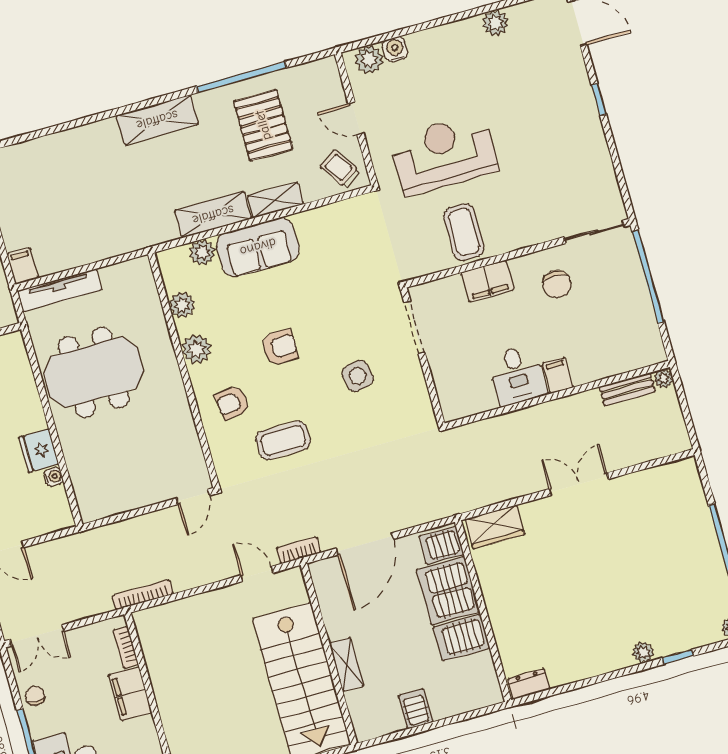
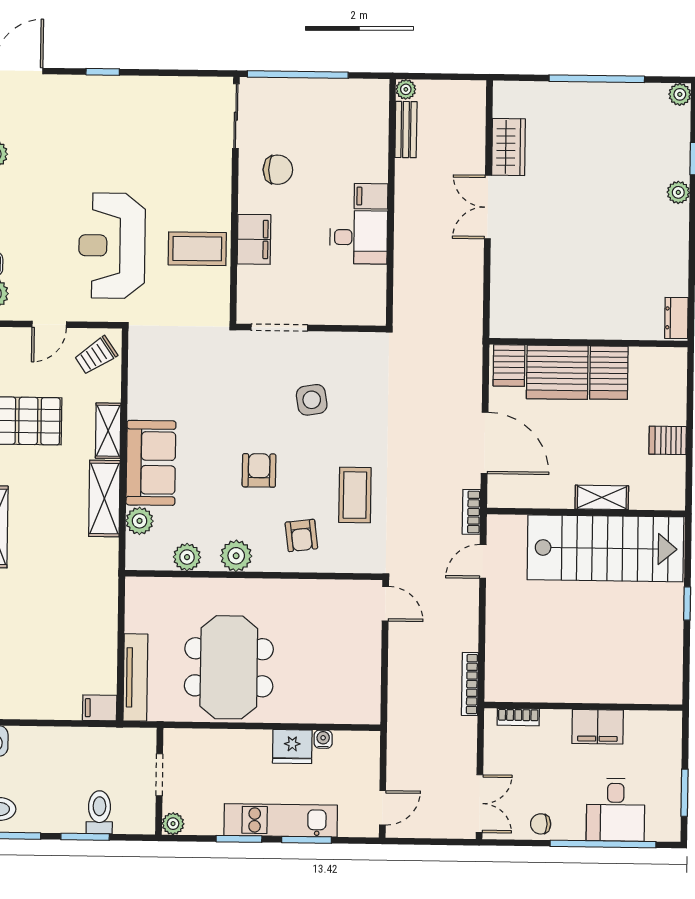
wardrobe: (495, 527) -> (508, 147), moved
filing cabinet: (130, 694) -> (598, 727), moved

